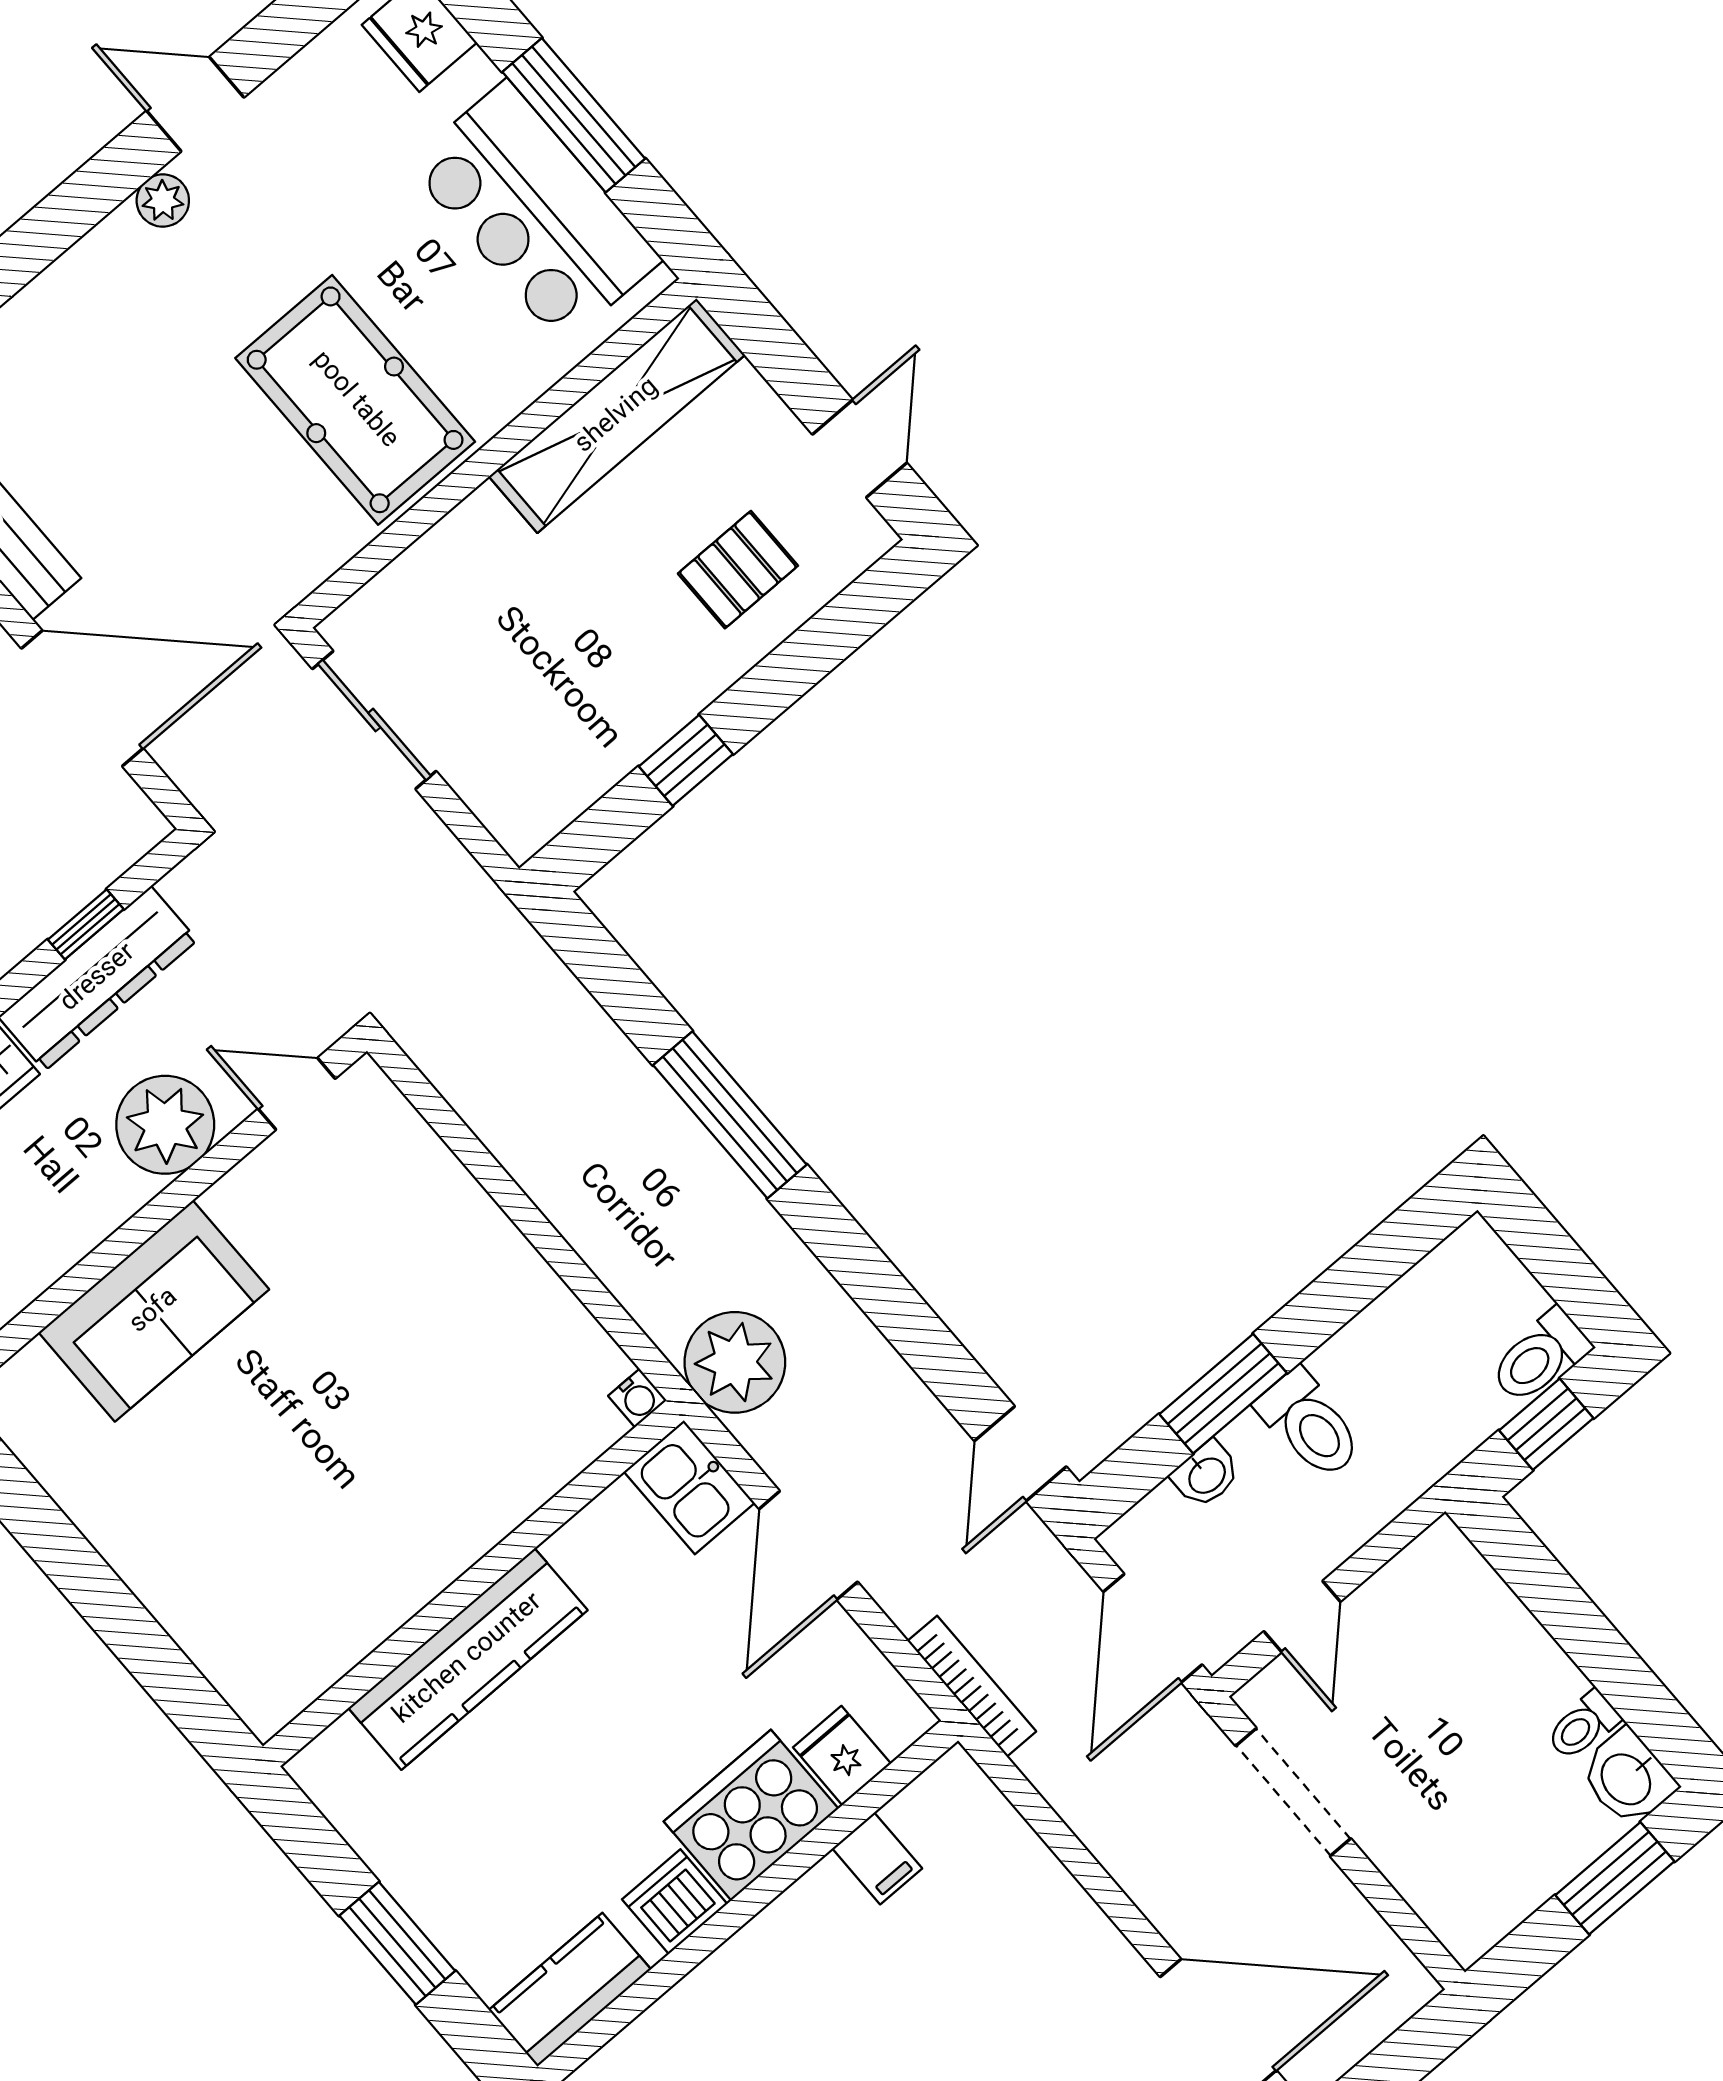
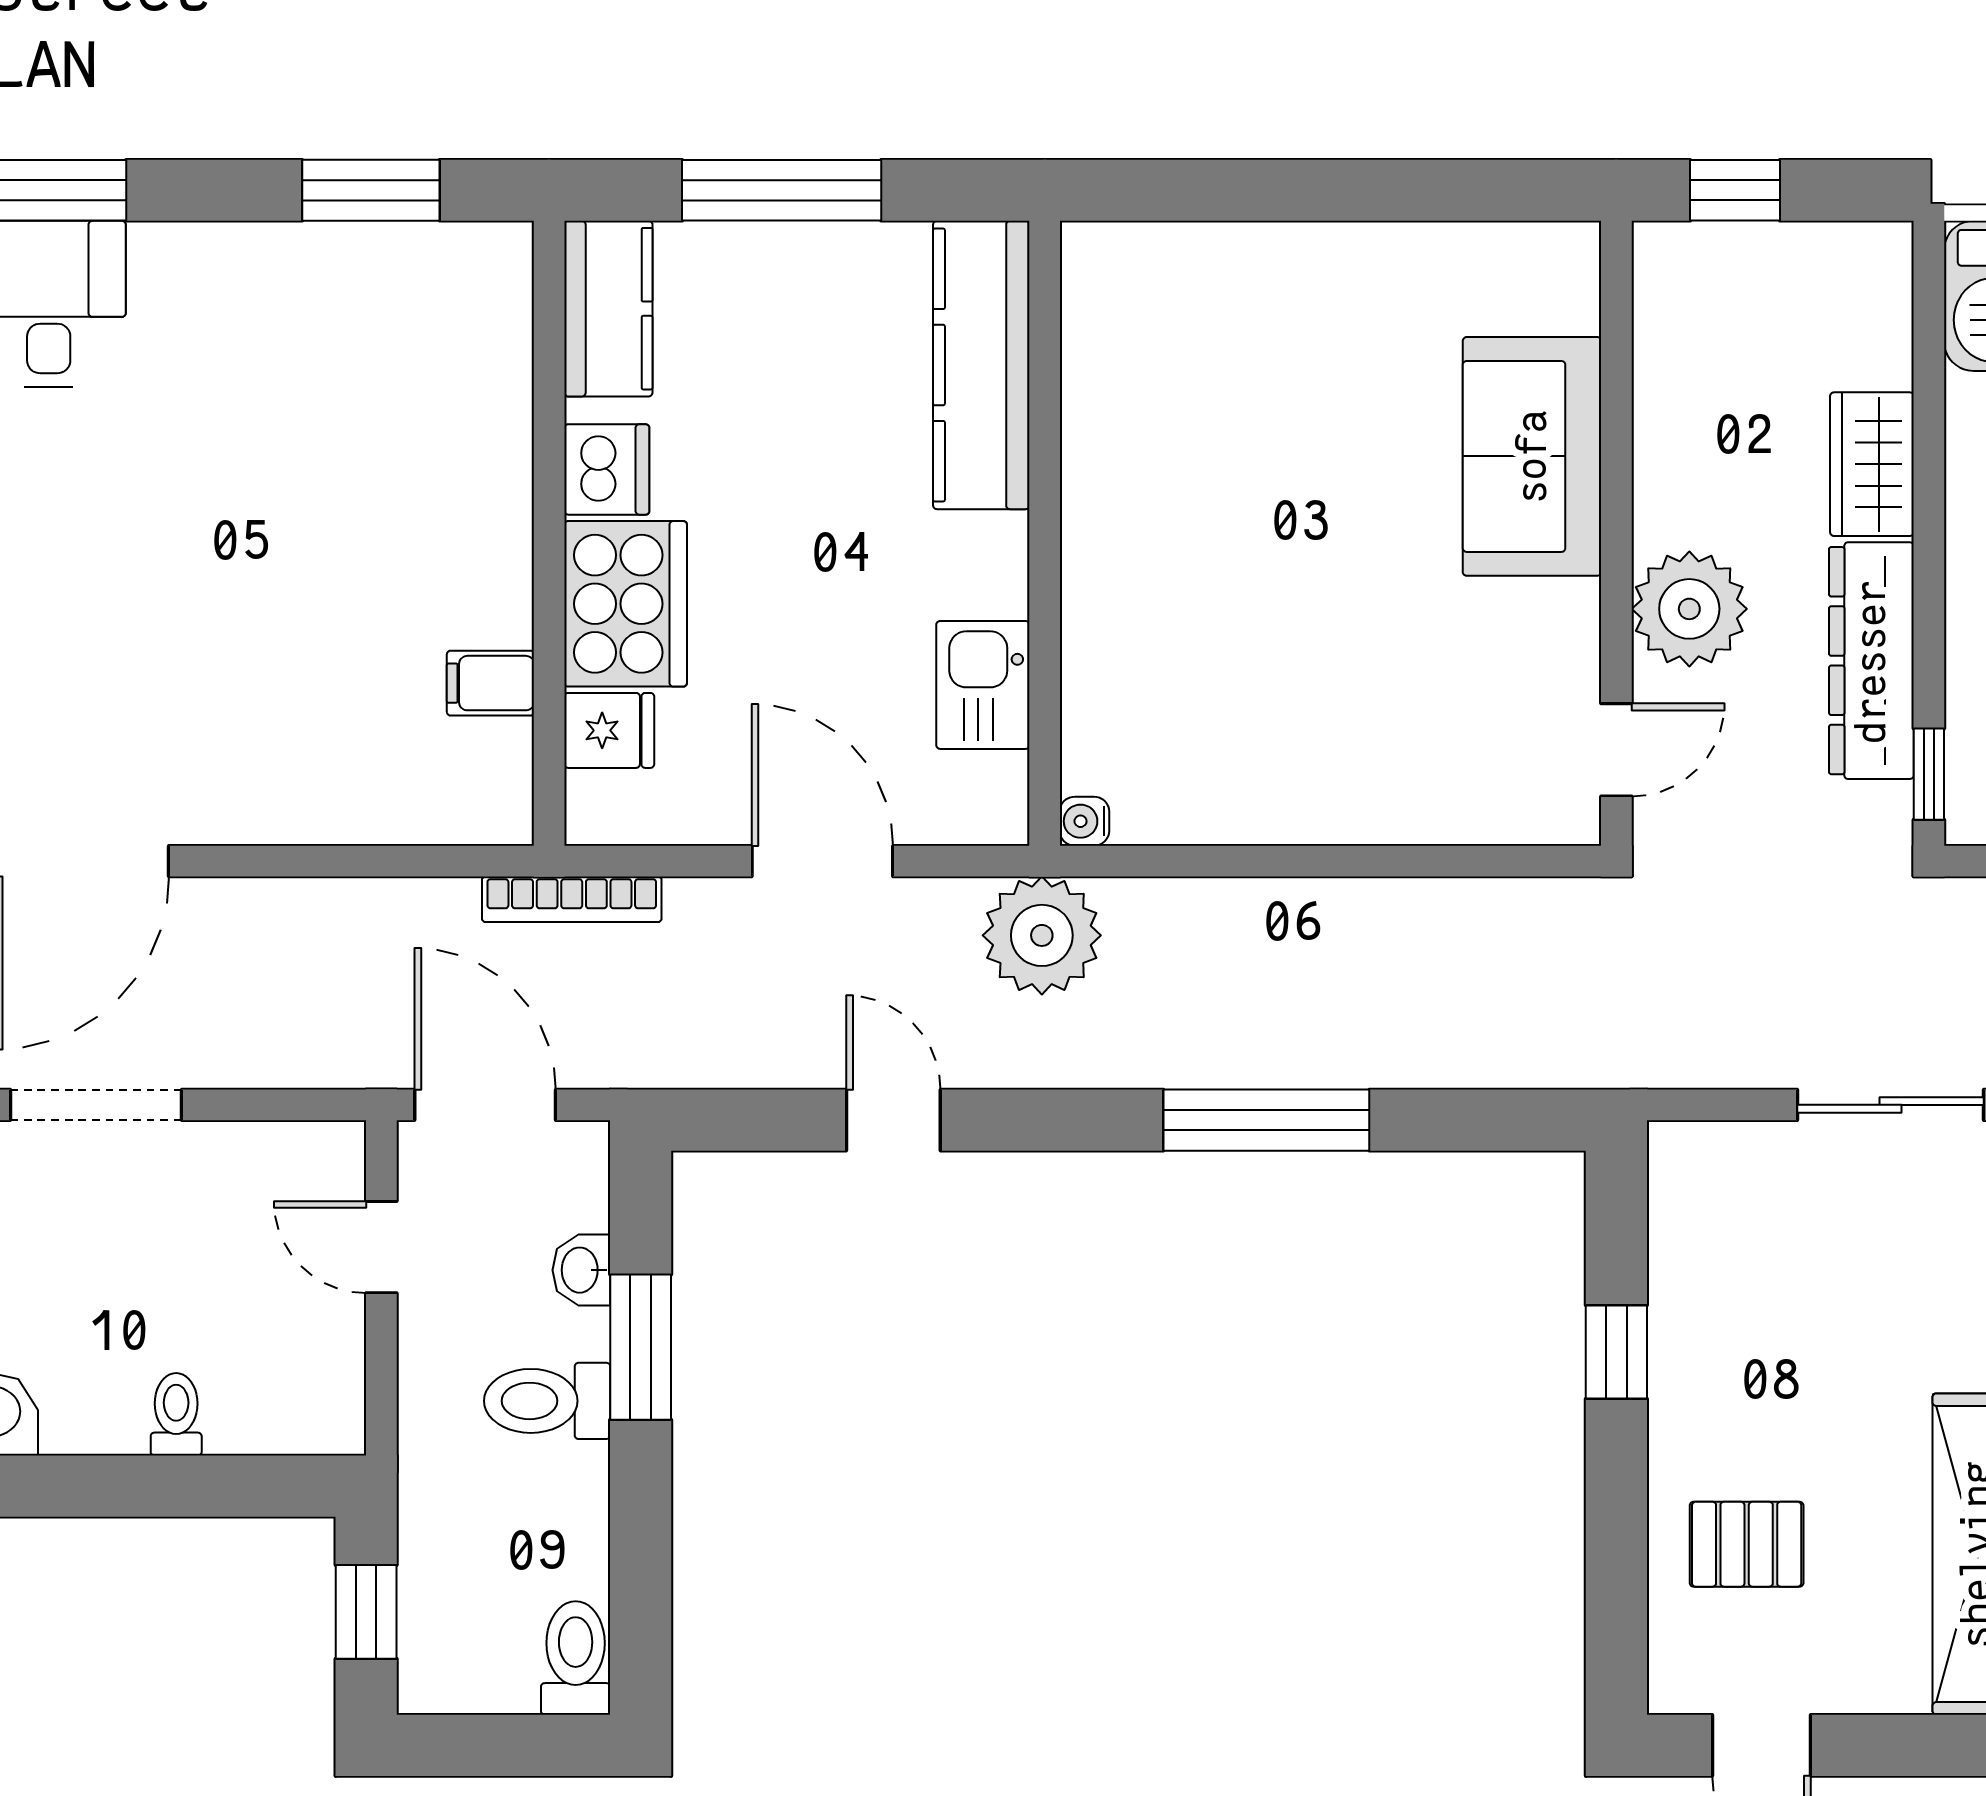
pallet: (738, 570) -> (1747, 1544), turned 90
window: (86, 924) -> (1929, 774), moved
toilet: (1540, 1357) -> (576, 1658), moved
door: (1020, 1454) -> (893, 1120), moved
kitchen sink: (689, 1487) -> (983, 685), moved, turned -90
kitchen counter: (468, 1659) -> (981, 365), moved
toilet: (1583, 1726) -> (176, 1414), moved
doorway: (1293, 1792) -> (96, 1105), moved
window: (397, 1943) -> (782, 190), width x1.44

